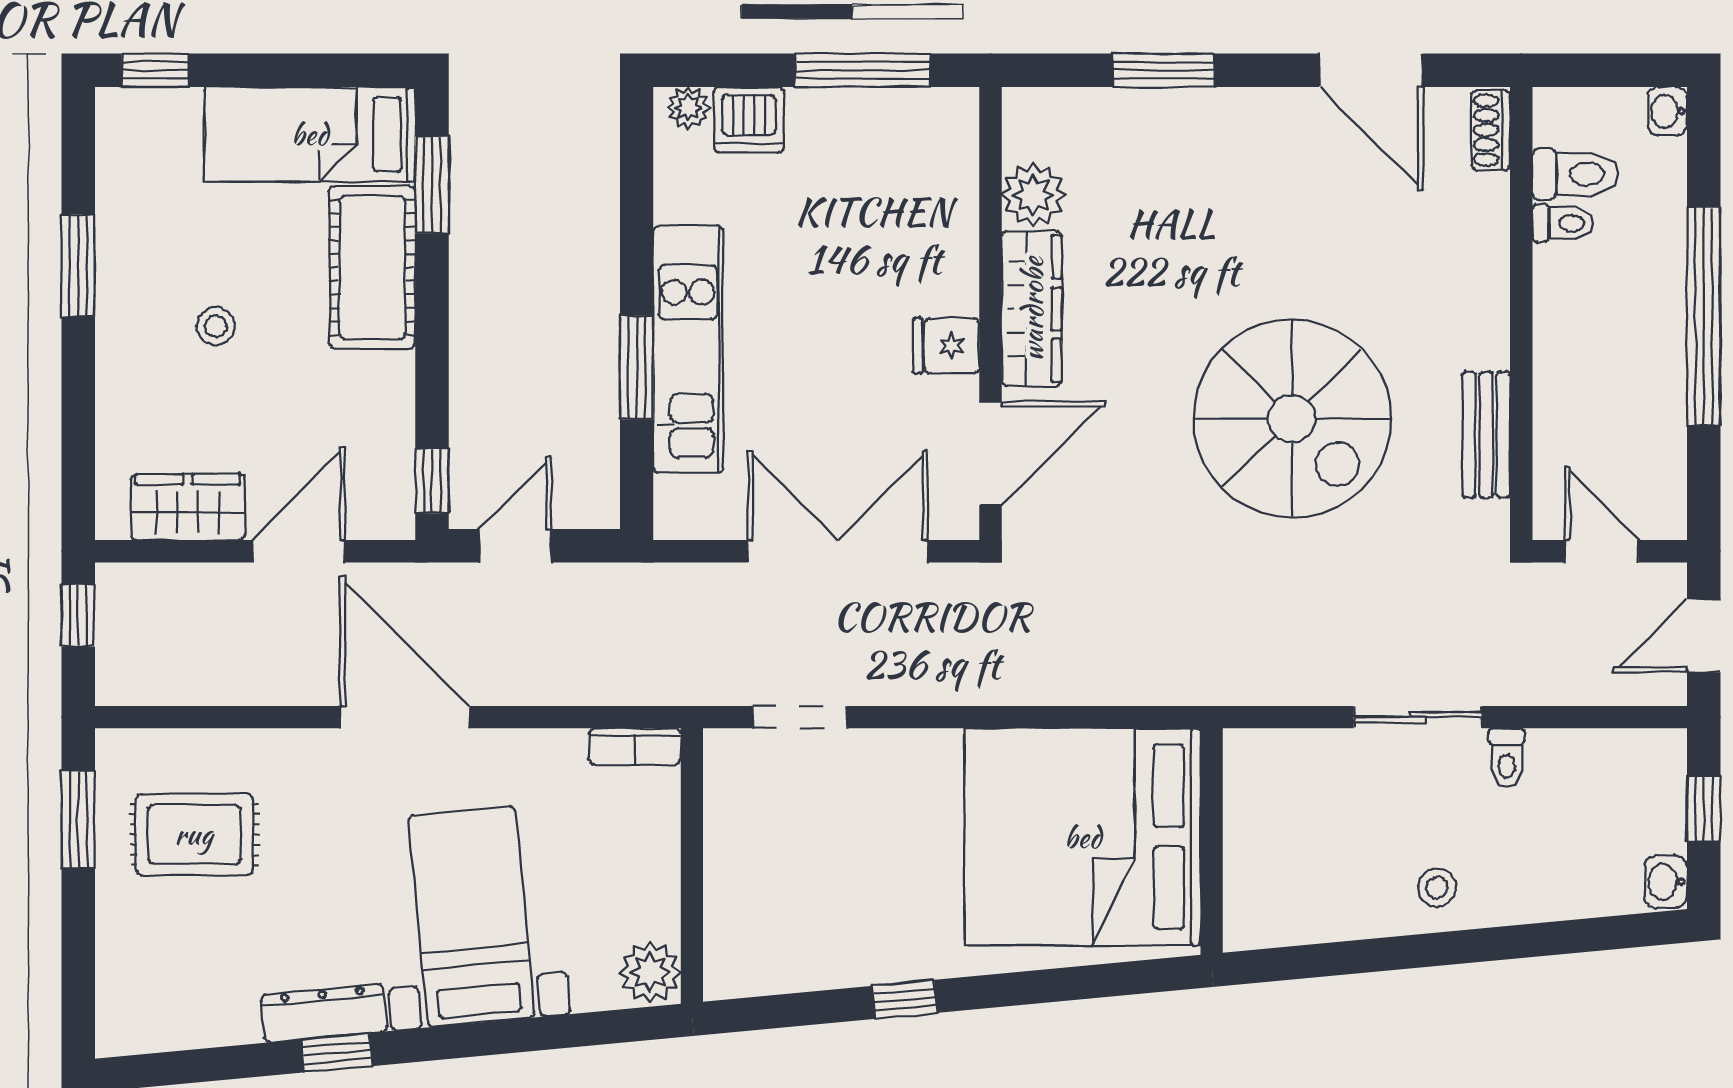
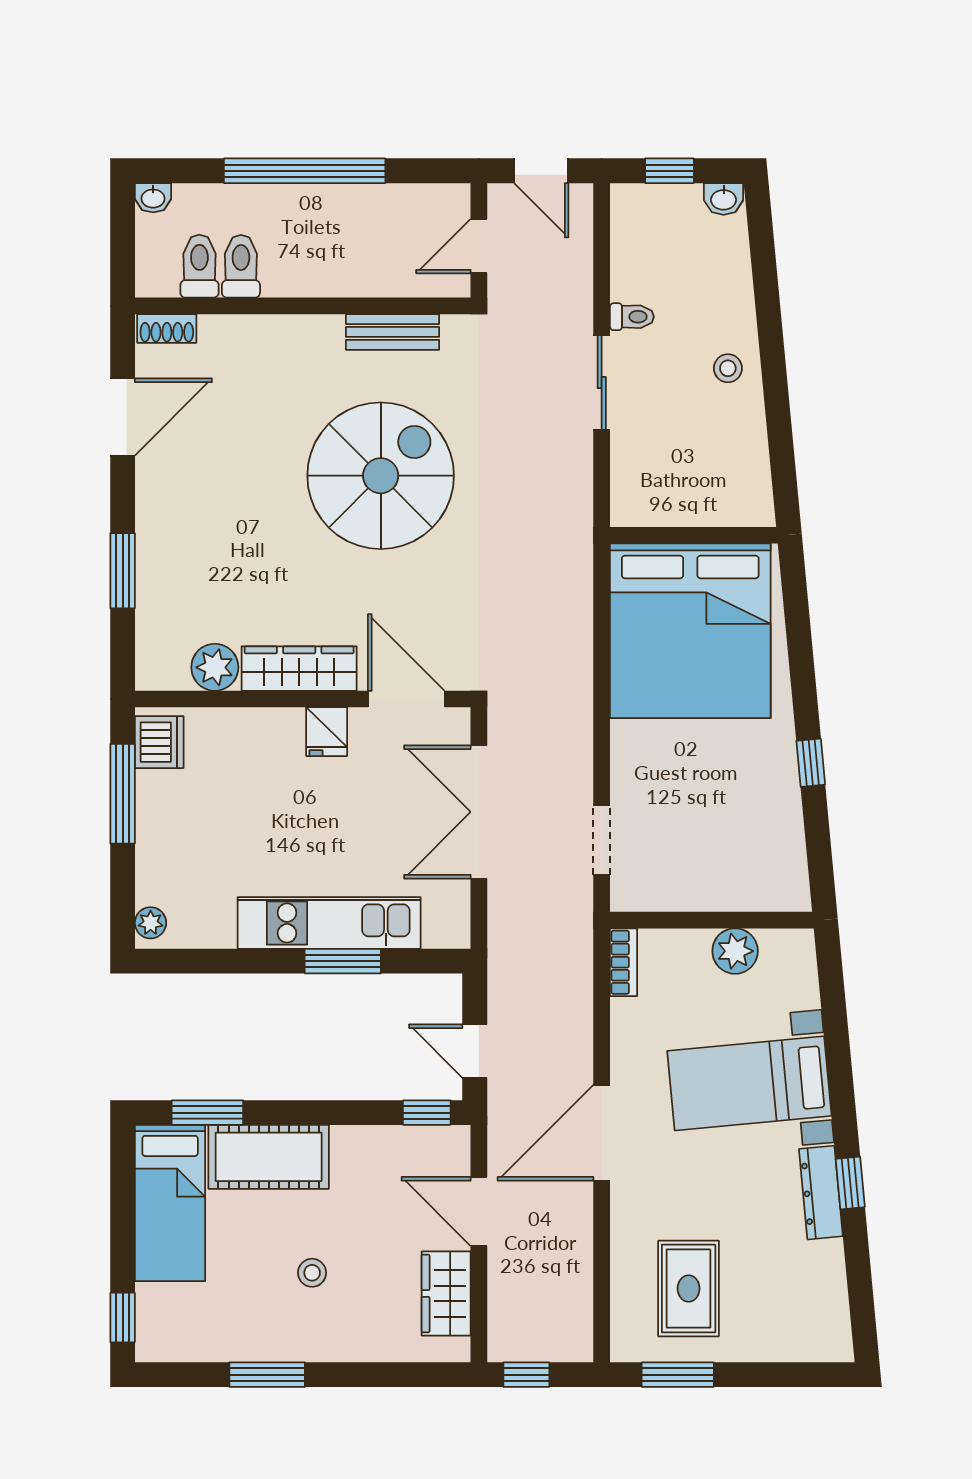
dishwasher: (749, 120) -> (159, 742), moved
toilet: (1563, 223) -> (241, 266), width x1.37, depth x1.39
plant: (650, 972) -> (735, 951), moved

